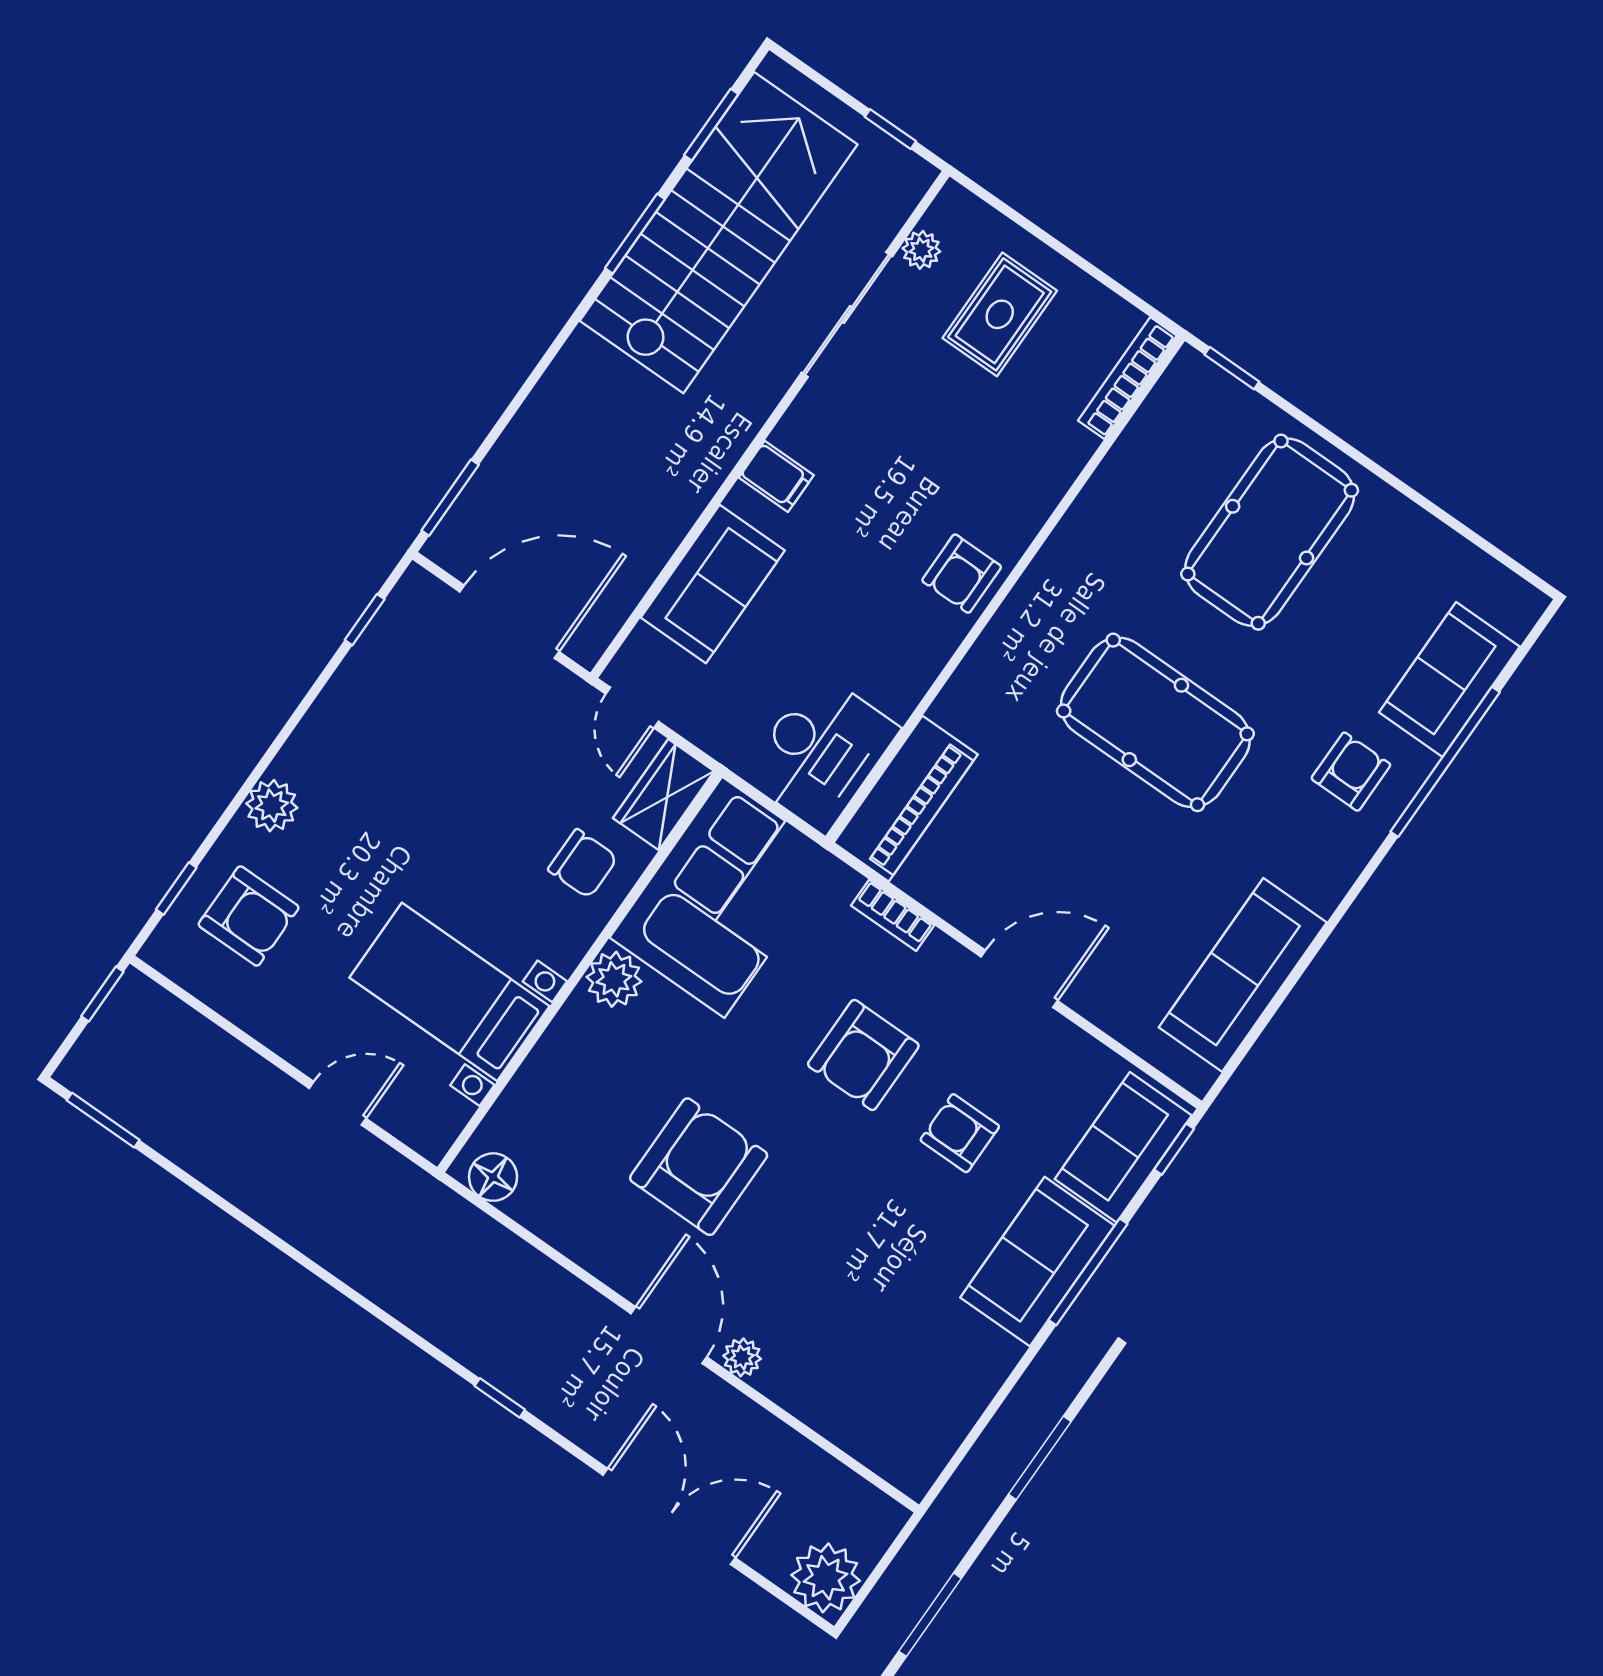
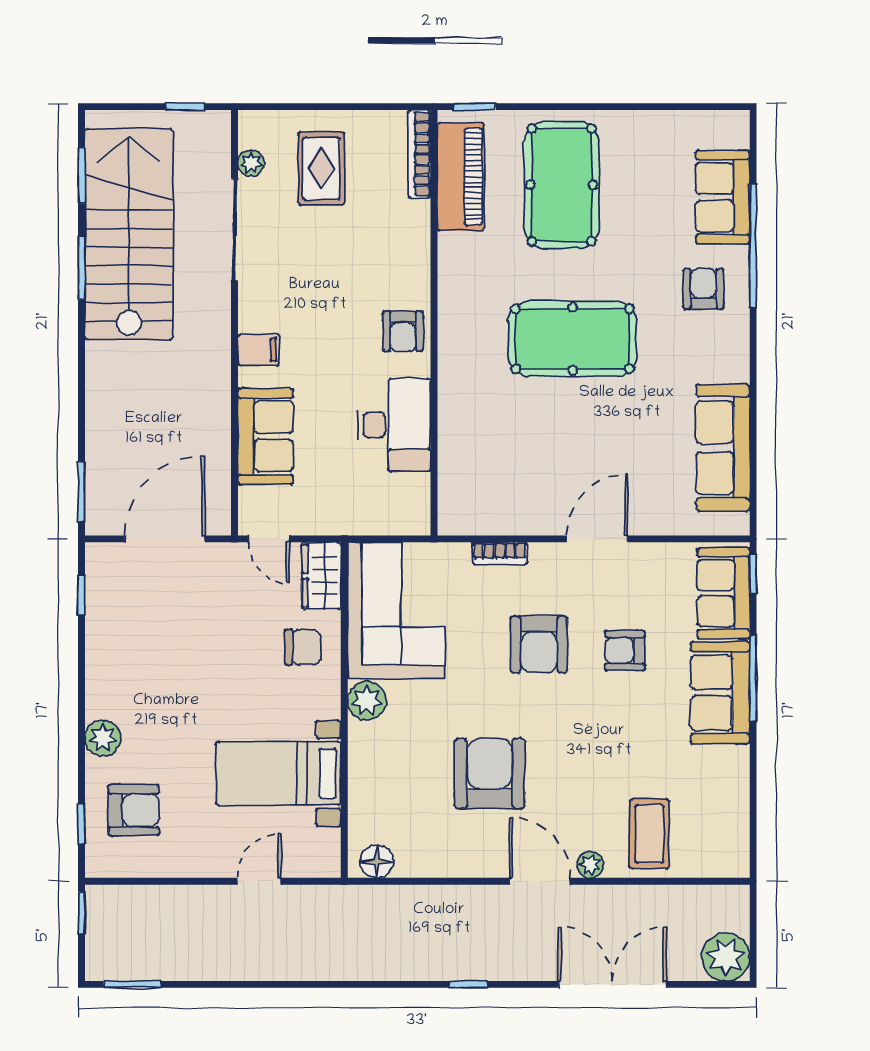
desk: (821, 753) -> (394, 425), moved
piano: (906, 799) -> (461, 177), moved
coffee table: (837, 1370) -> (649, 834), added

